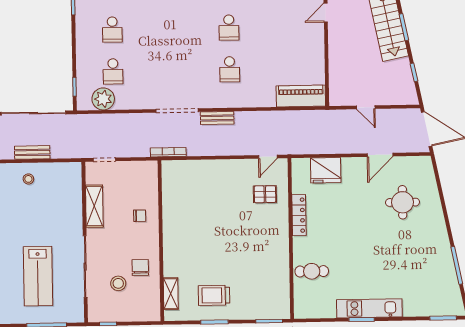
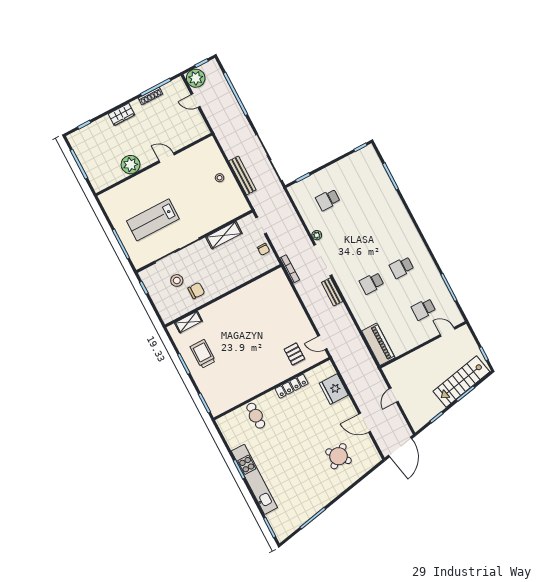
school desk: (112, 30) -> (424, 309), moved
plant: (103, 99) -> (317, 235), moved, width x0.53, depth x0.53
bench: (32, 152) -> (242, 175), width x1.36
round table: (403, 202) -> (339, 456), turned -38
chair: (140, 216) -> (264, 249), moved
kitchen unit: (369, 308) -> (254, 479), width x1.36

